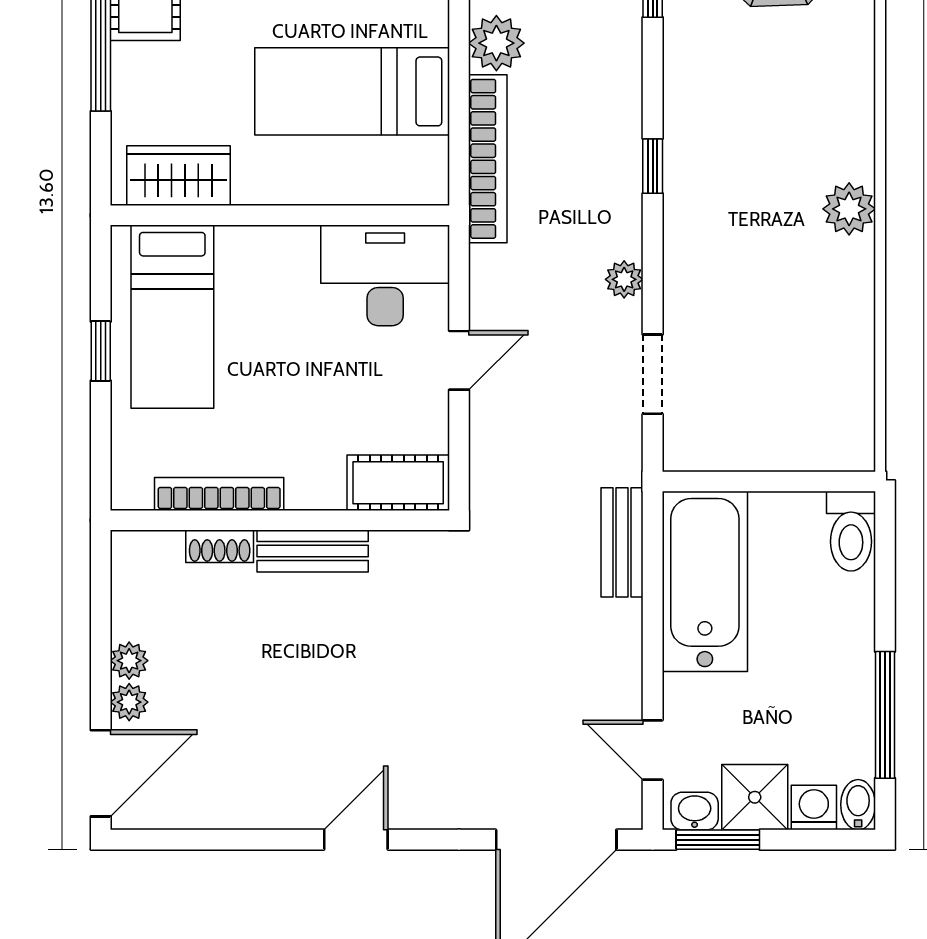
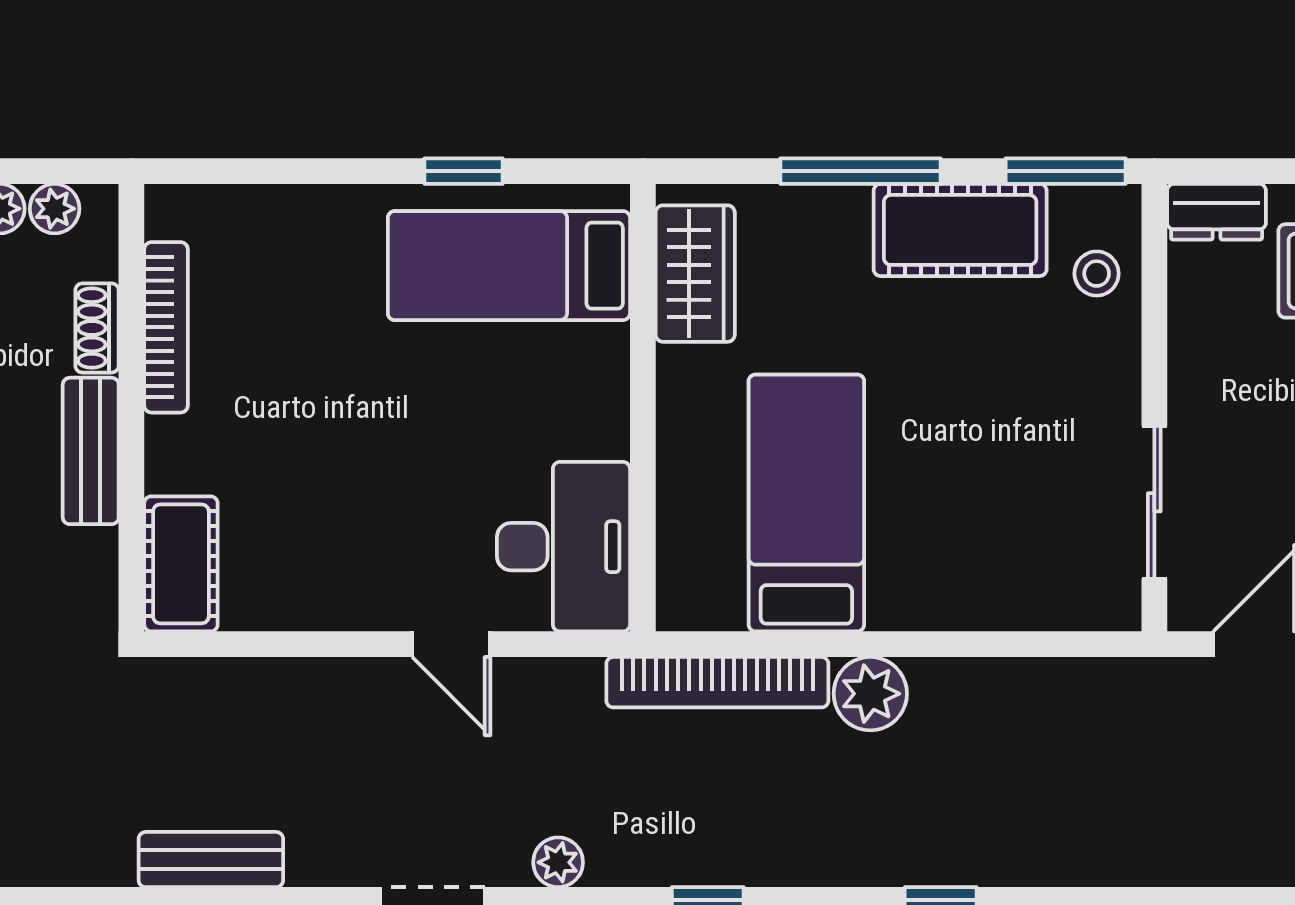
cot: (398, 483) -> (181, 564), moved
bookcase: (219, 494) -> (166, 327), moved
wall: (280, 520) -> (131, 408), moved
shoe rack: (220, 546) -> (97, 328), moved
bench: (313, 551) -> (91, 451), moved

